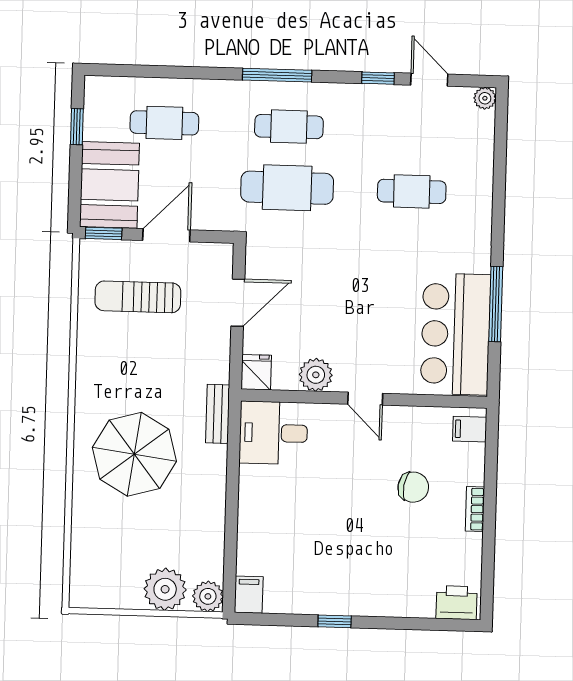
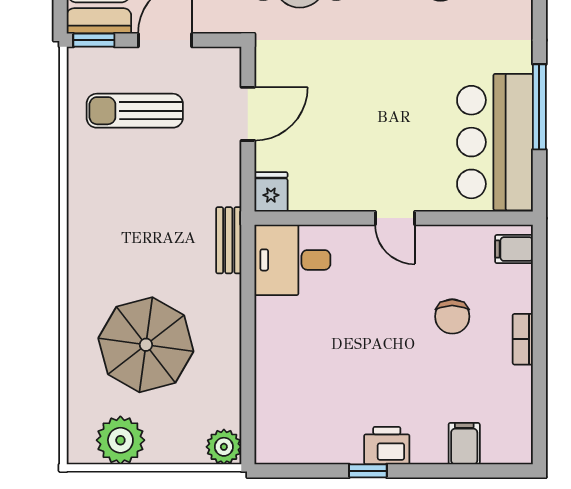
plant: (316, 375) -> (338, 193), removed
parasol: (134, 454) -> (146, 345), moved
chair: (413, 487) -> (452, 316), turned 81
plant: (165, 589) -> (120, 440), moved
filing cabinet: (249, 595) -> (464, 444), moved
printer: (457, 603) -> (387, 446), moved

